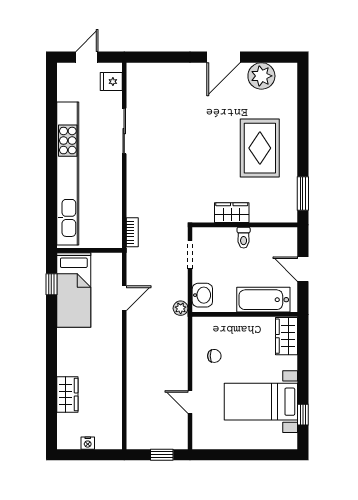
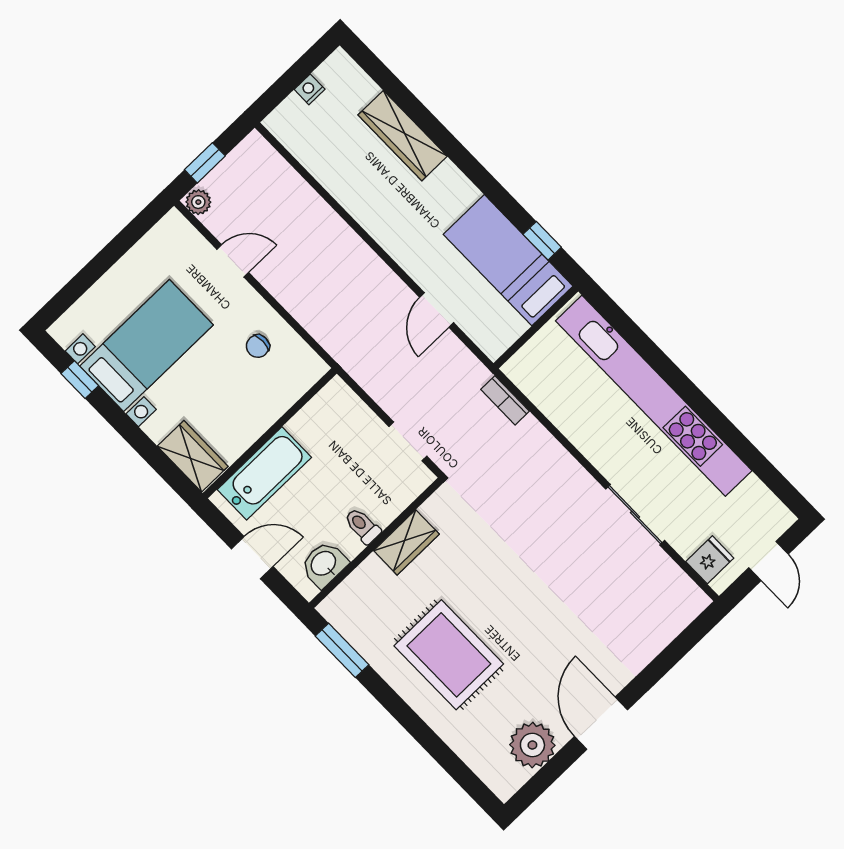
washbasin: (202, 295) -> (324, 564), moved, turned 90
plant: (181, 308) -> (198, 202), moved
wardrobe: (67, 394) -> (403, 136), width x1.50

